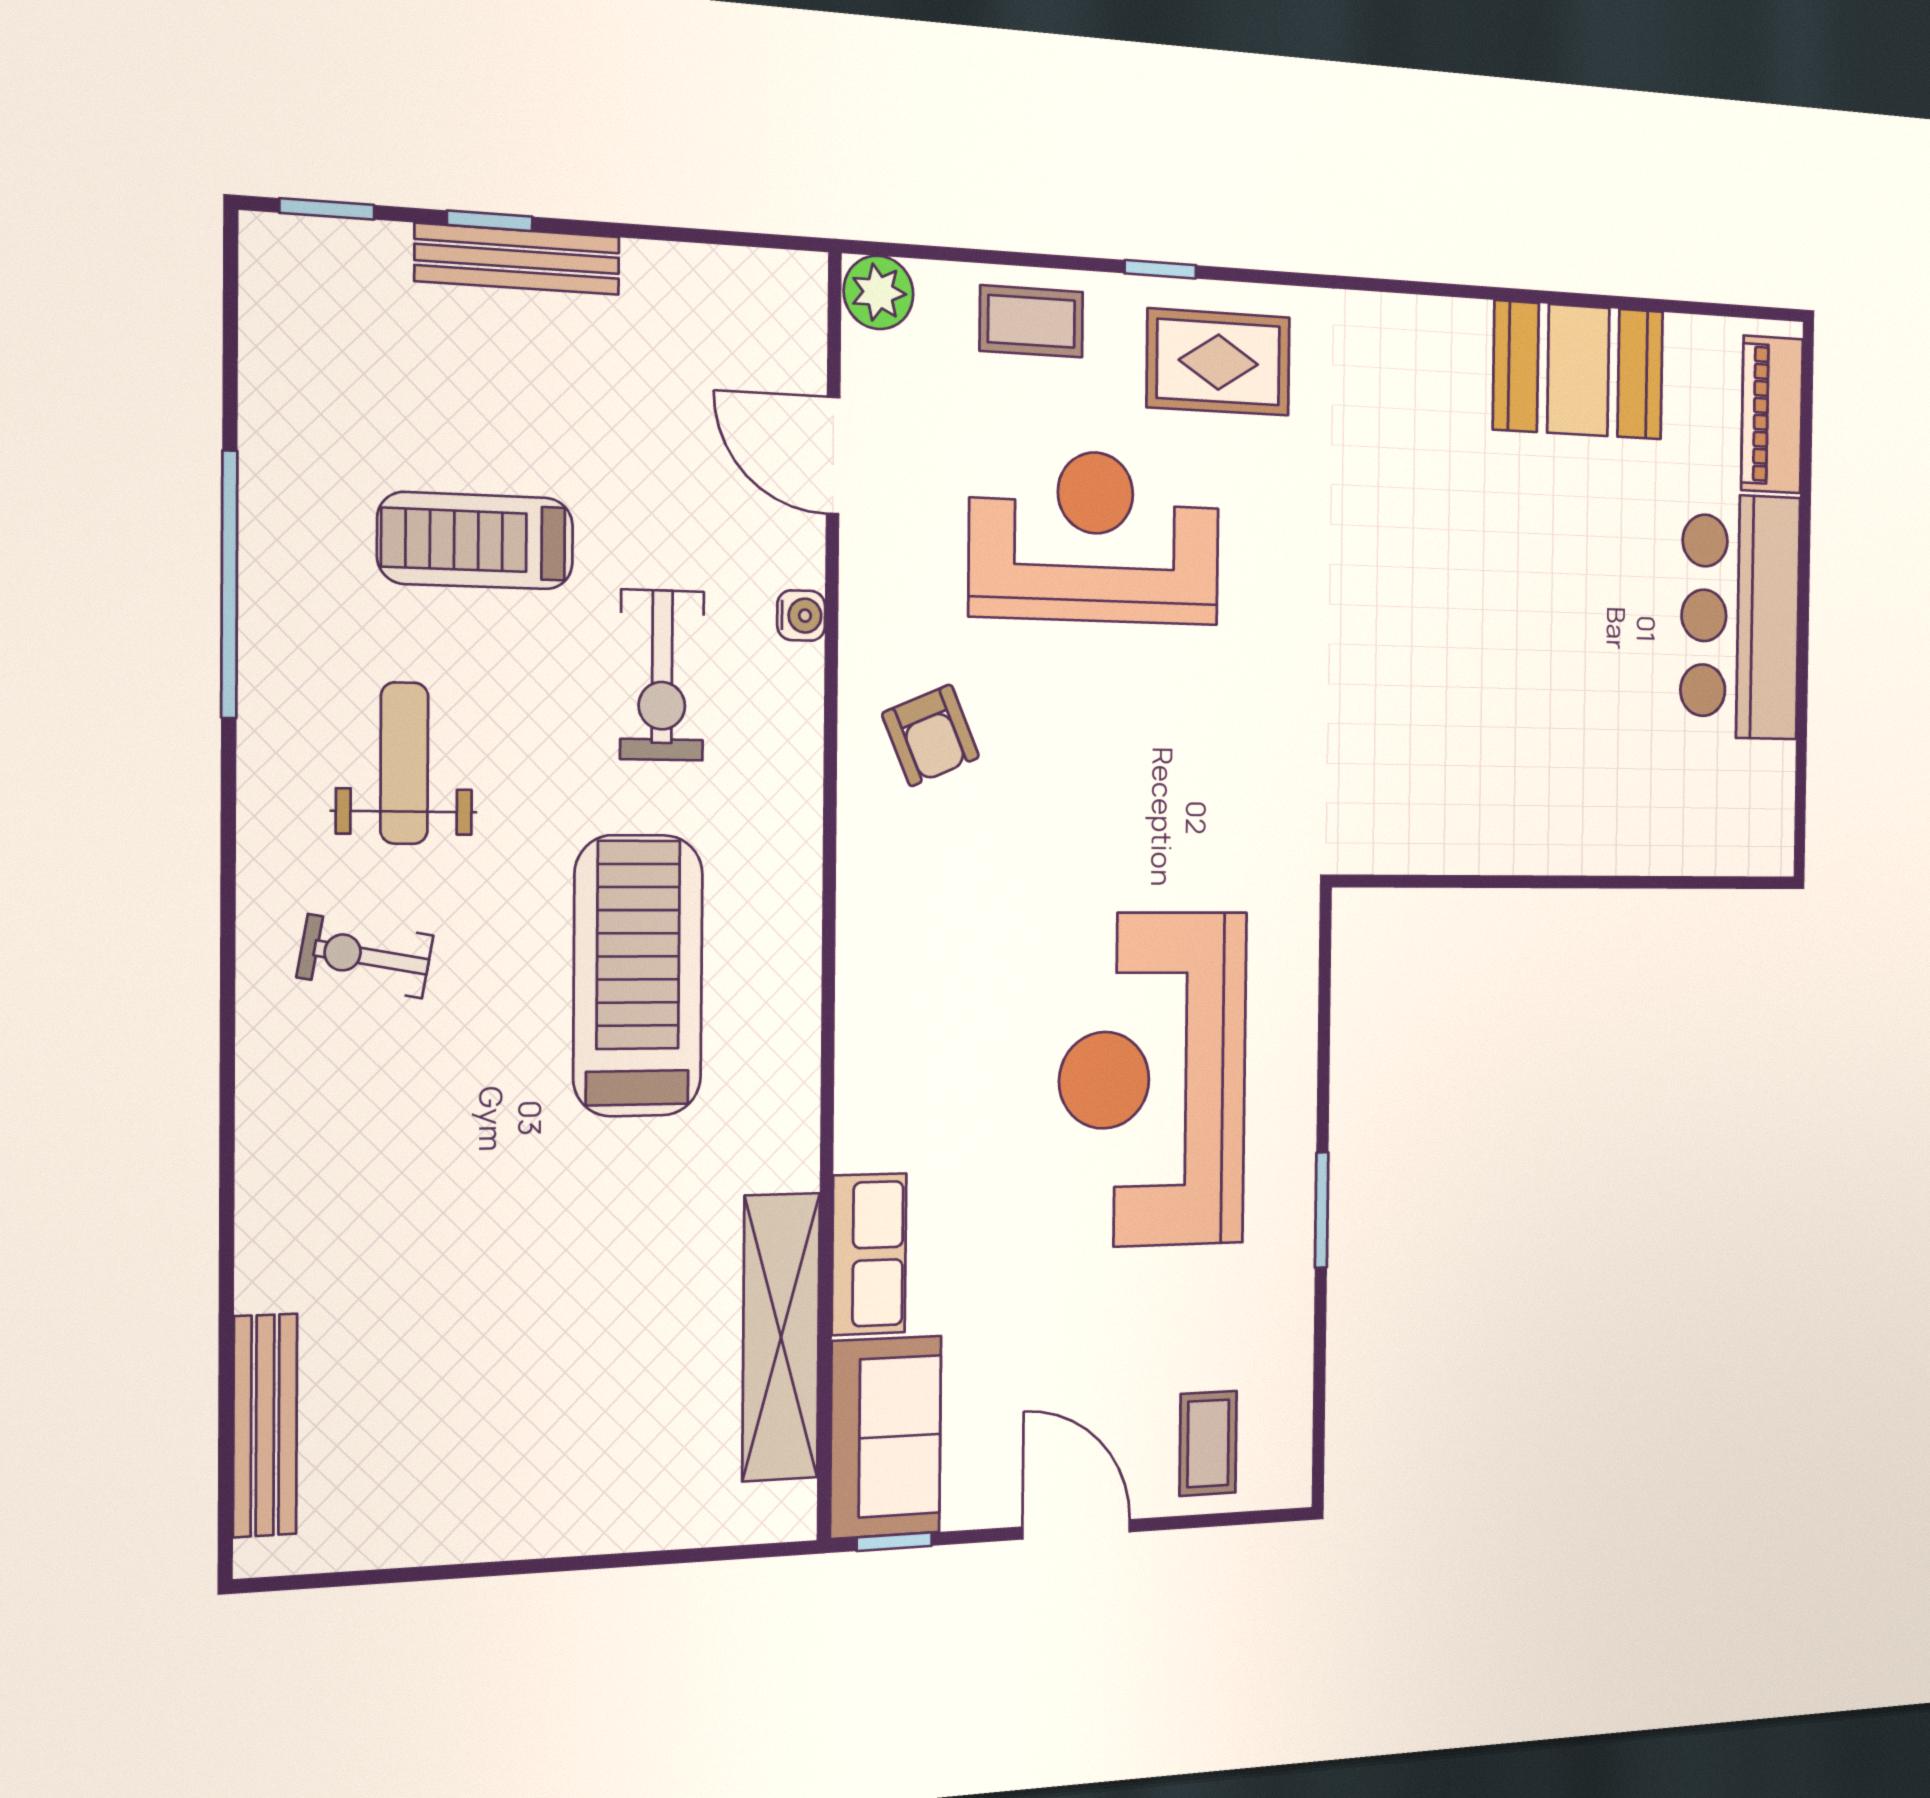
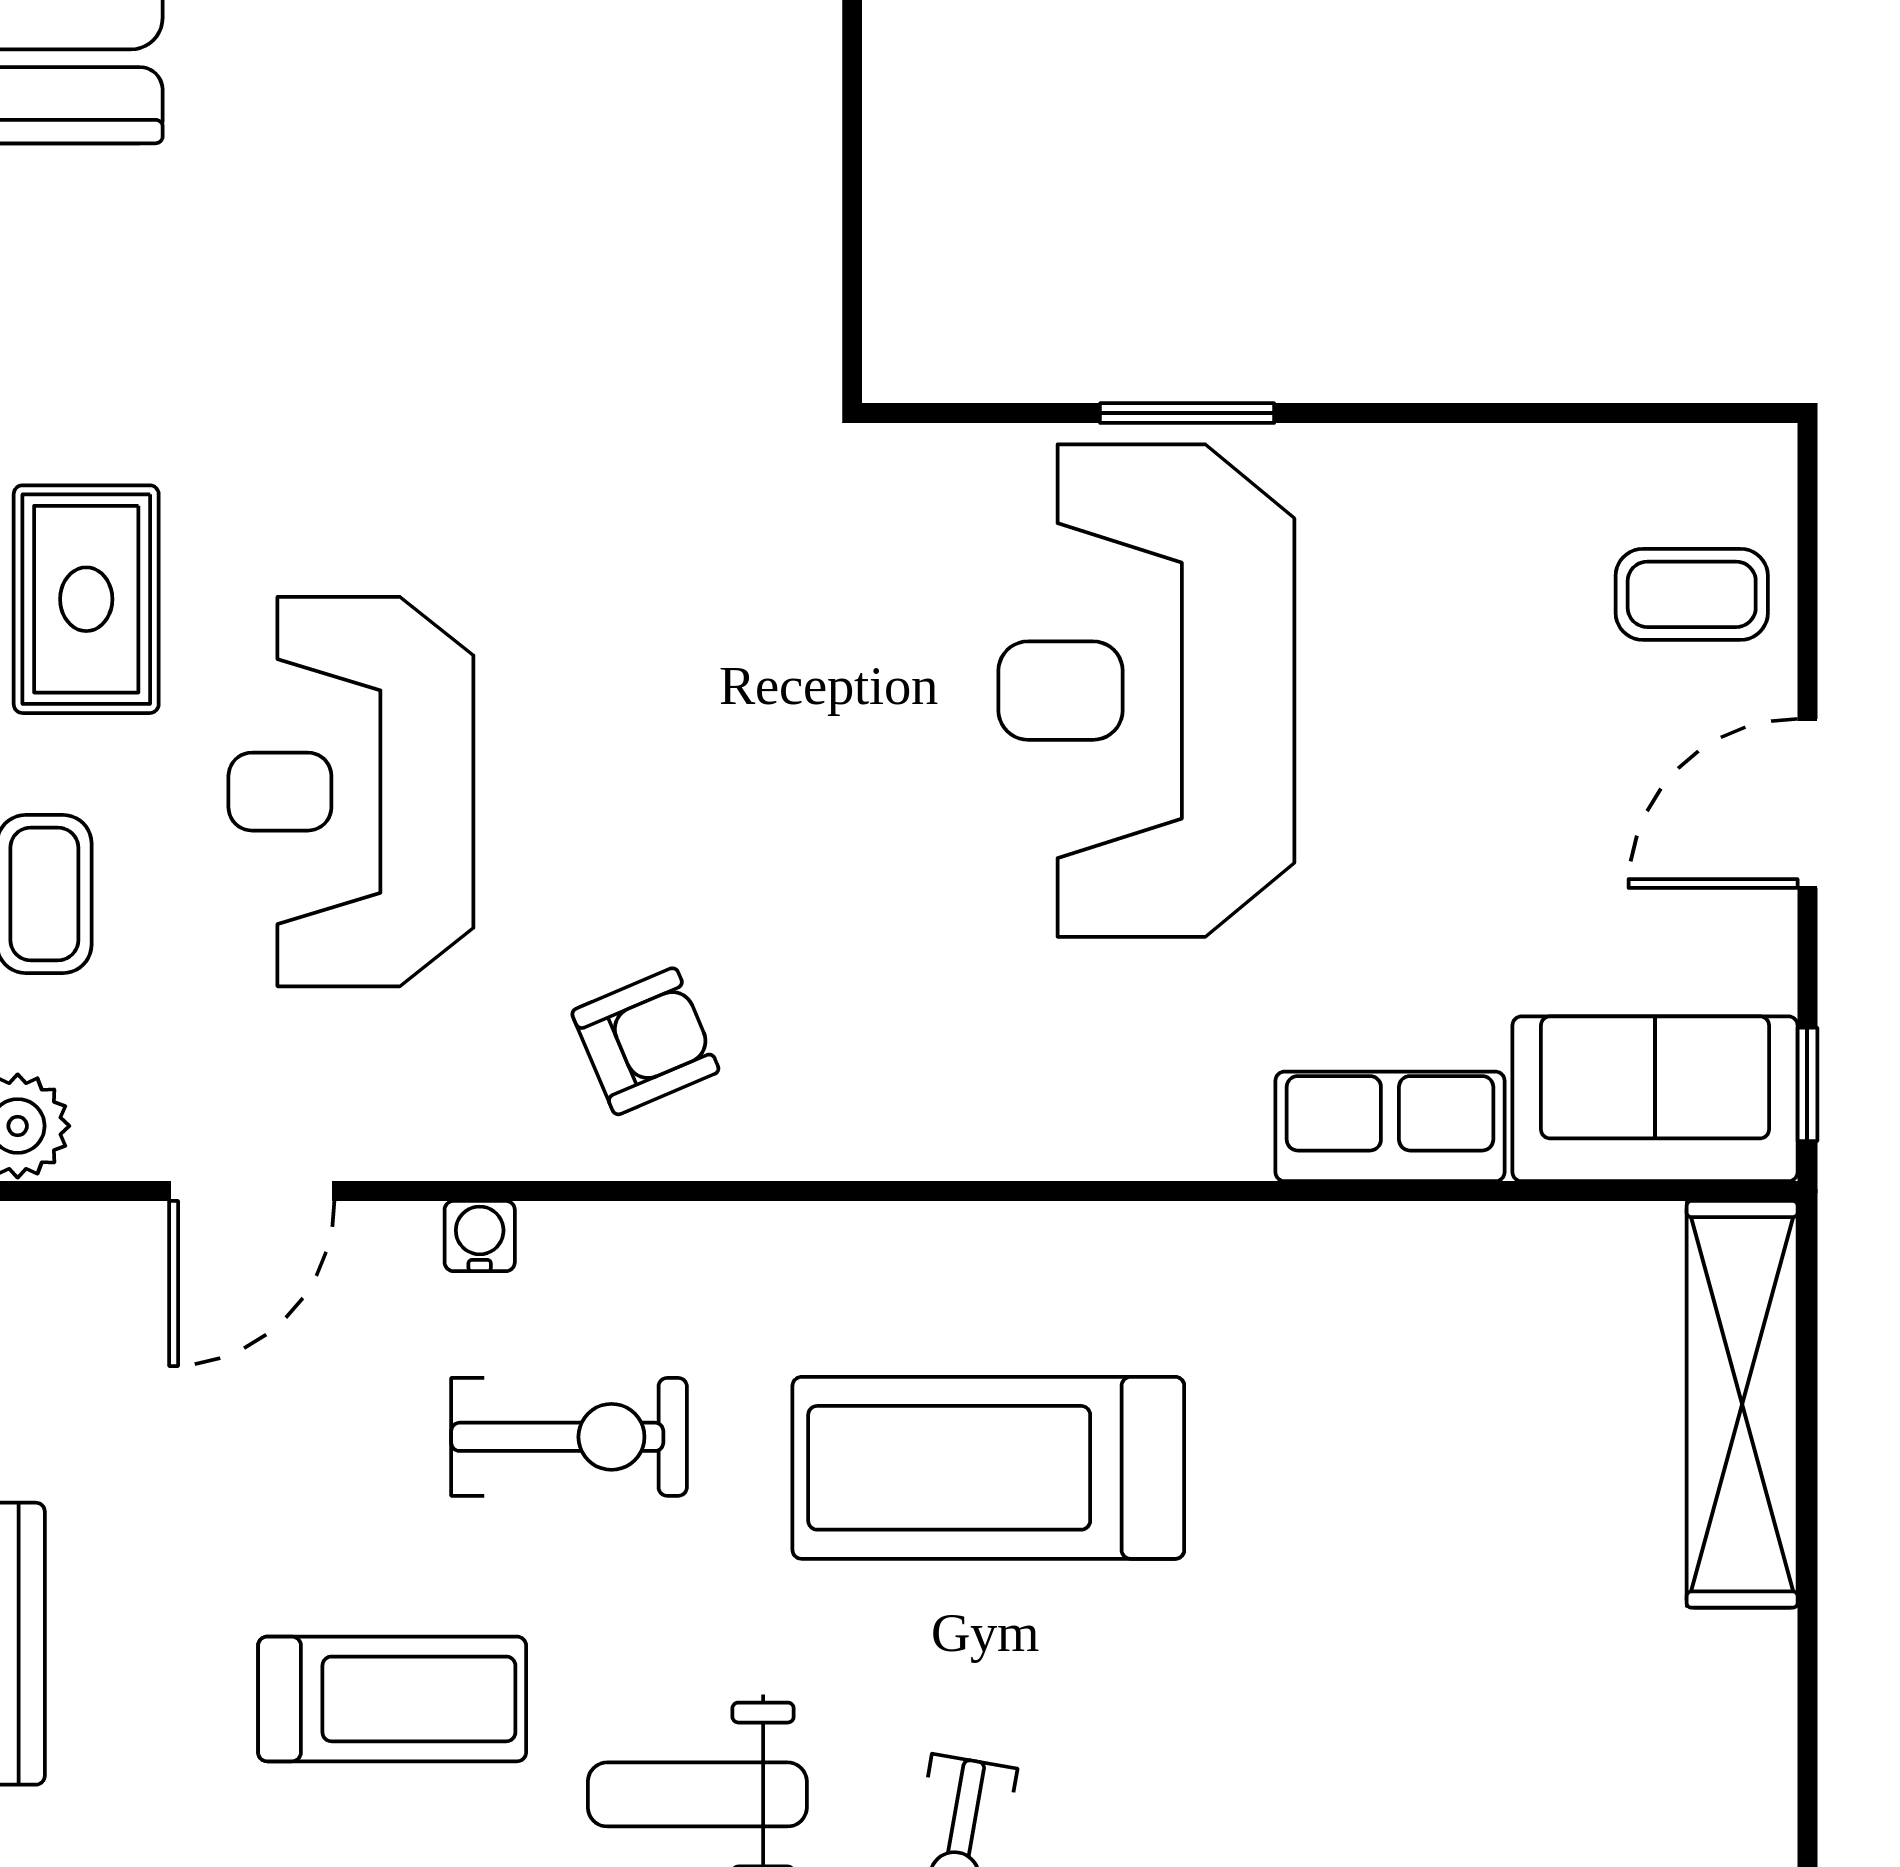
treadmill: (476, 541) -> (392, 1699), turned -90
reception desk: (1153, 1079) -> (1146, 691), turned 90
window: (1322, 1210) -> (1187, 413), moved
shelving: (781, 1337) -> (1742, 1404), moved, turned 90

